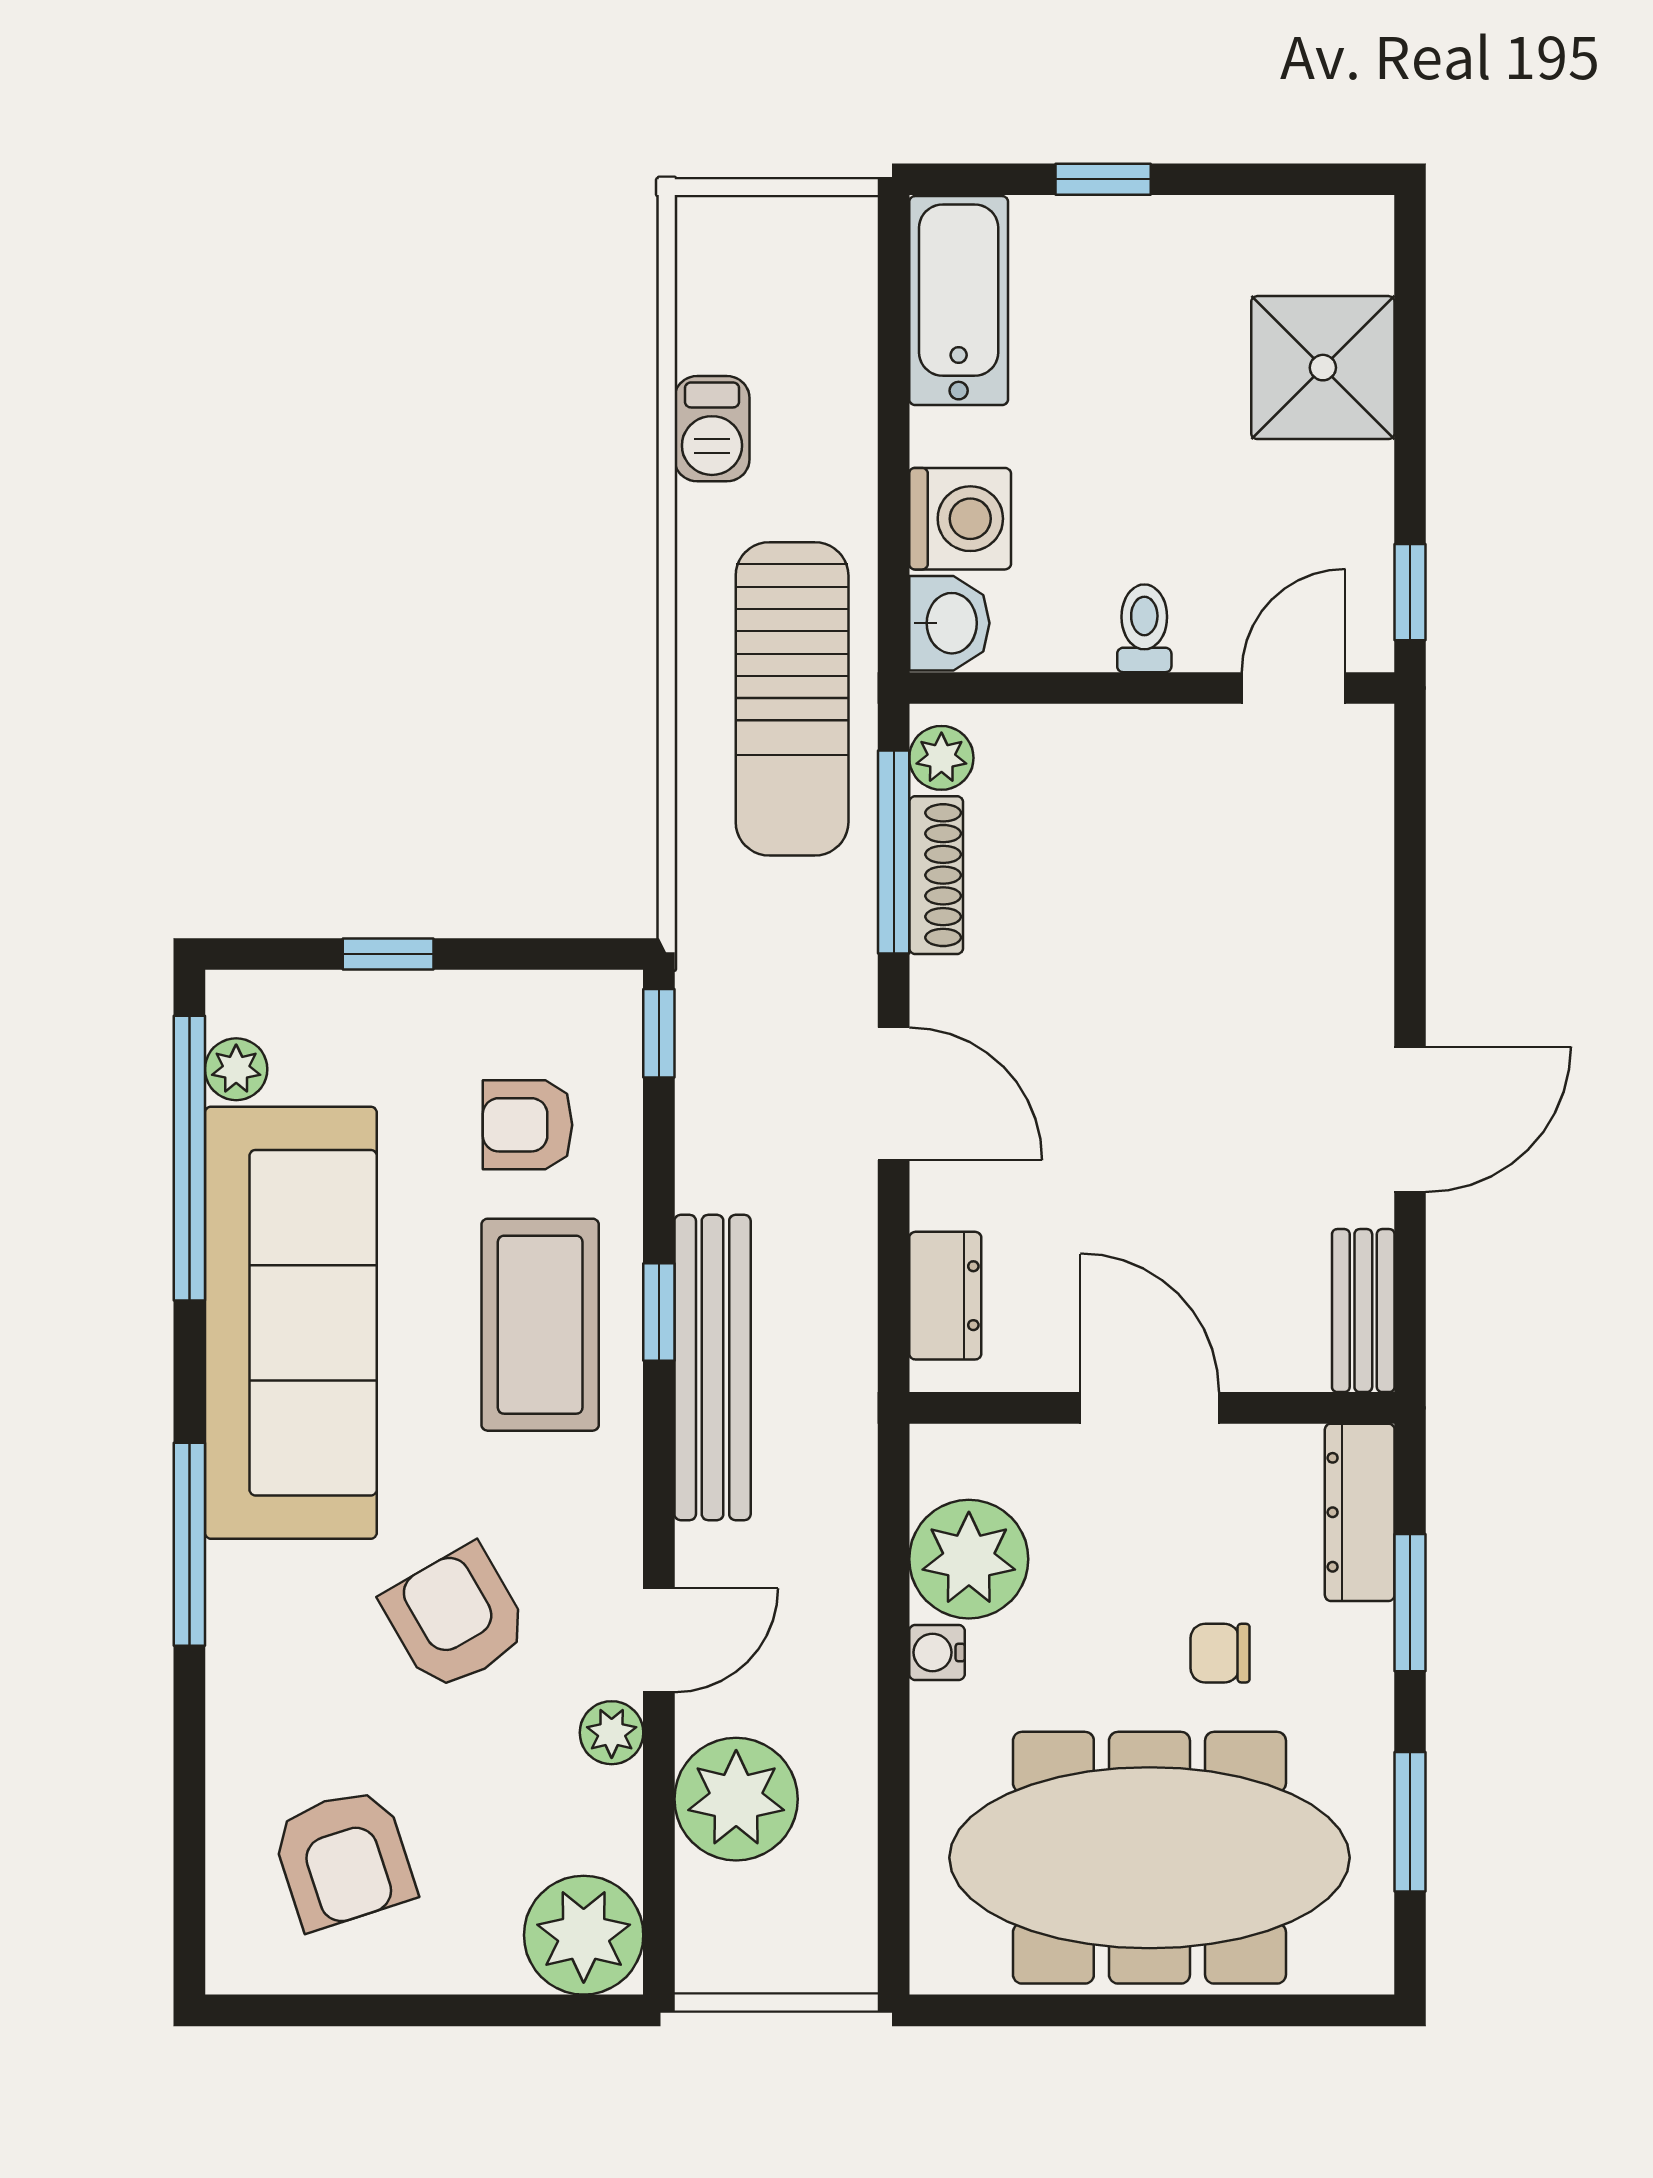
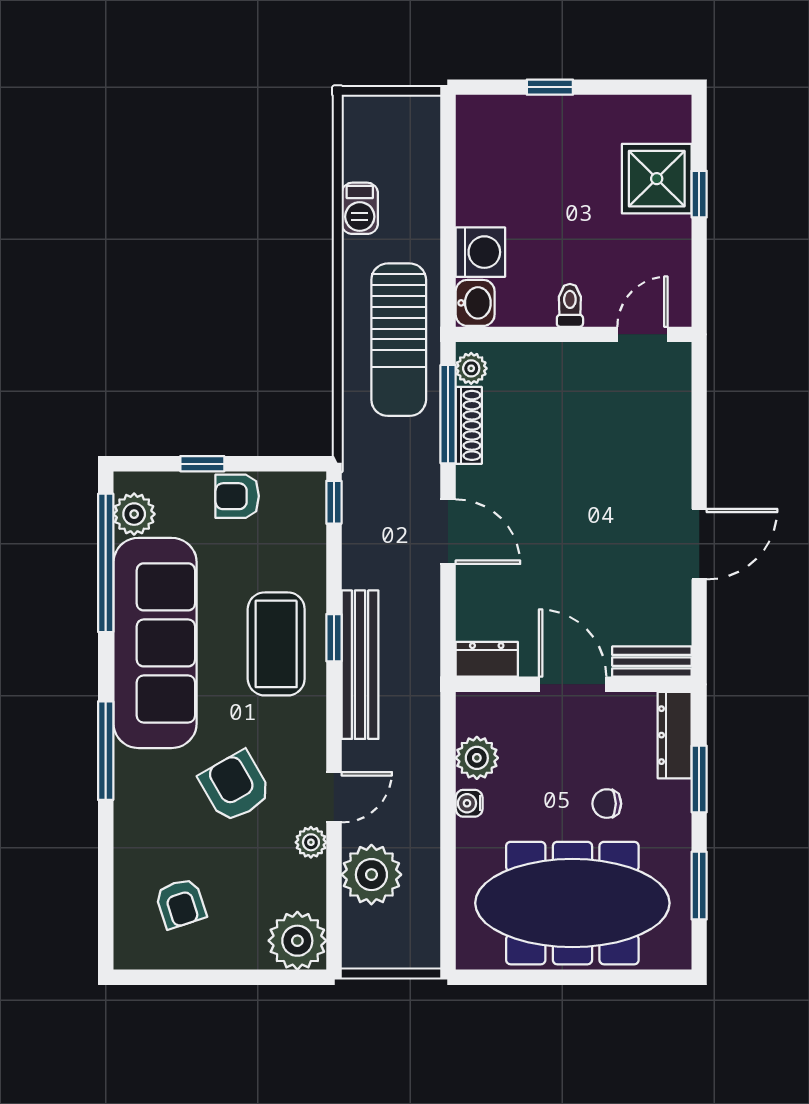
bathtub: (959, 301) -> (480, 146), removed
window: (1410, 592) -> (699, 194), moved
plant: (236, 1069) -> (134, 514), width x1.38, depth x1.38
armchair: (528, 1125) -> (237, 496), moved
dresser: (945, 1296) -> (487, 659), moved, turned -90
bench: (1363, 1311) -> (652, 662), moved, turned 90
plant: (969, 1559) -> (477, 758), width x0.73, depth x0.73
armchair: (344, 1858) -> (181, 903), width x0.72, depth x0.72

